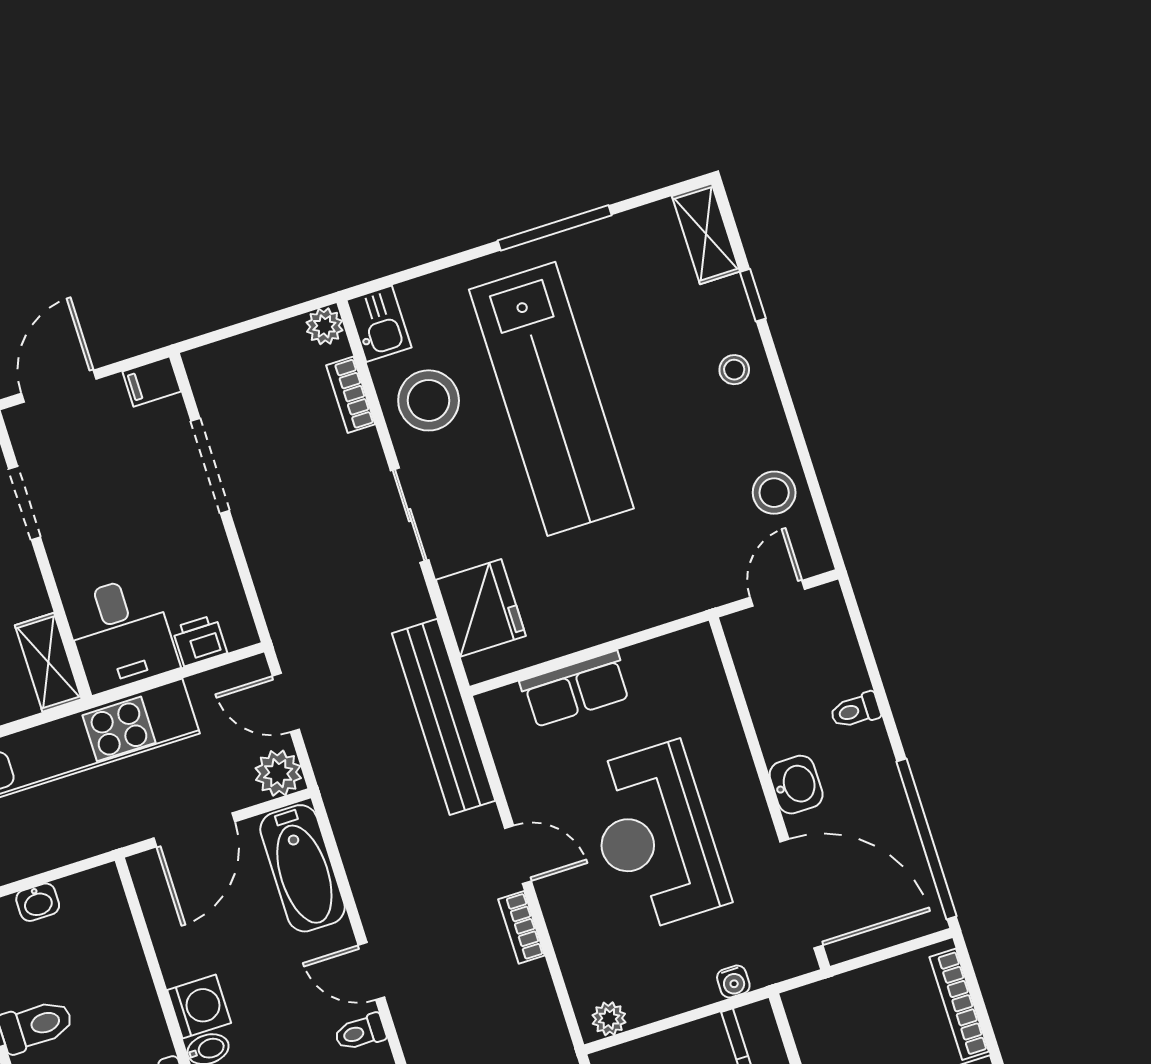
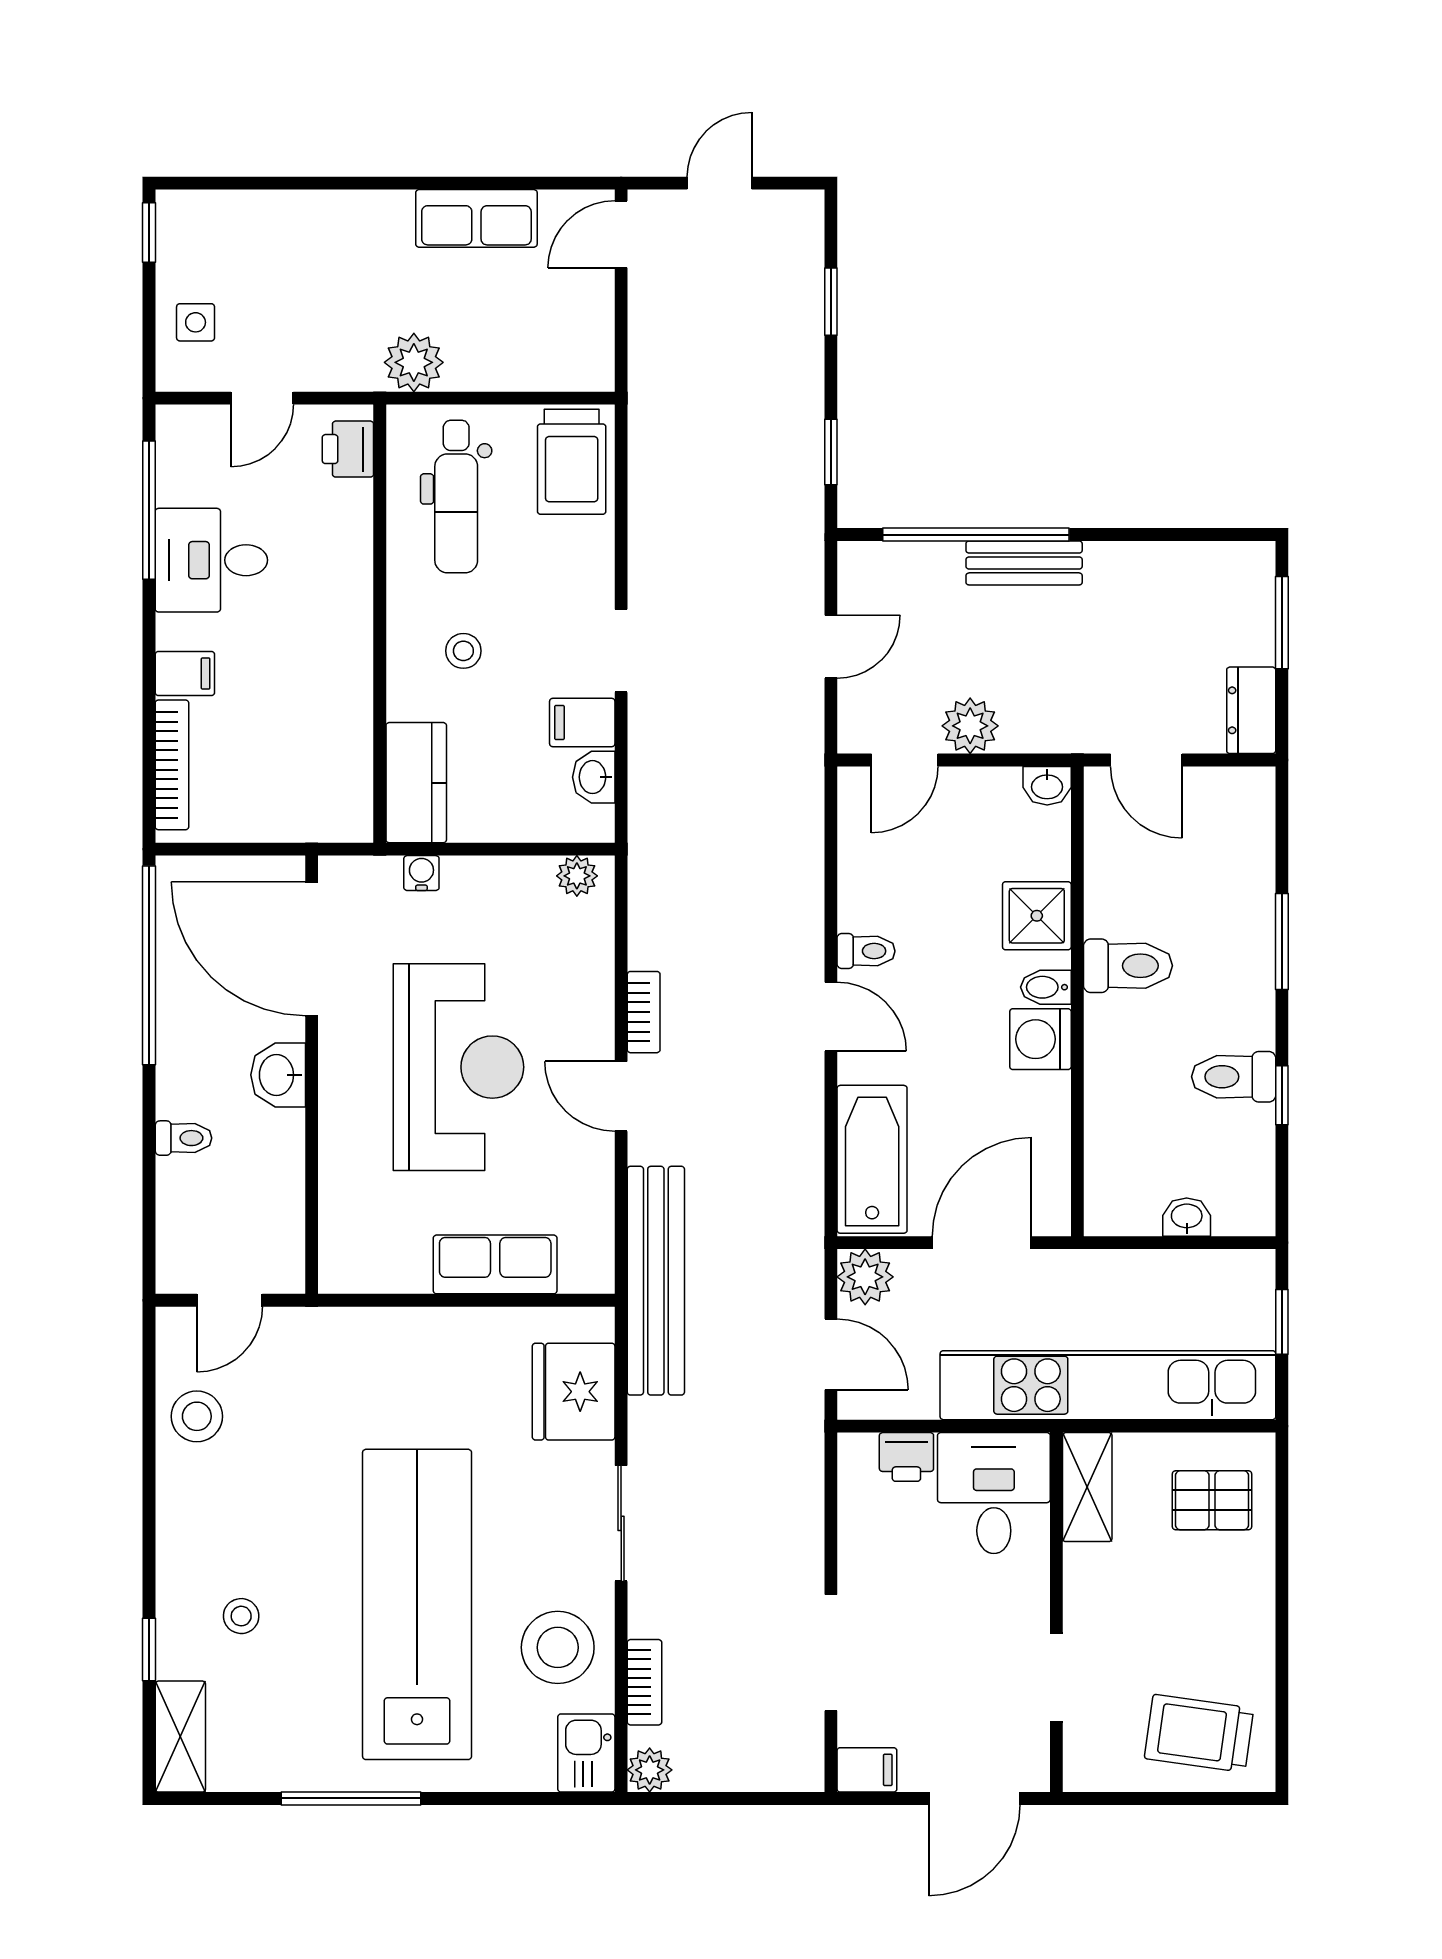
stool: (734, 370) -> (241, 1616), moved

